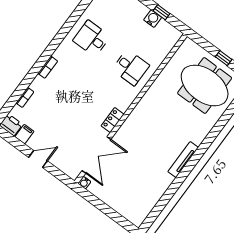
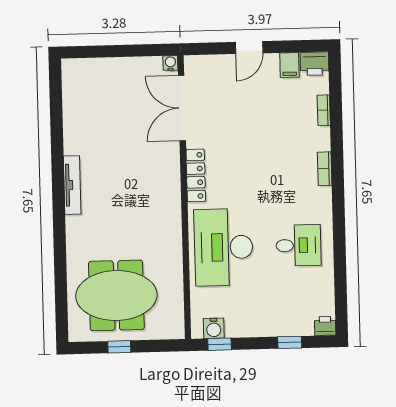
window: (162, 12) -> (220, 344), moved
water cooler: (153, 19) -> (214, 328), moved
desk: (131, 67) -> (224, 247), width x1.87, depth x1.30
locker: (113, 120) -> (196, 175), width x1.53

